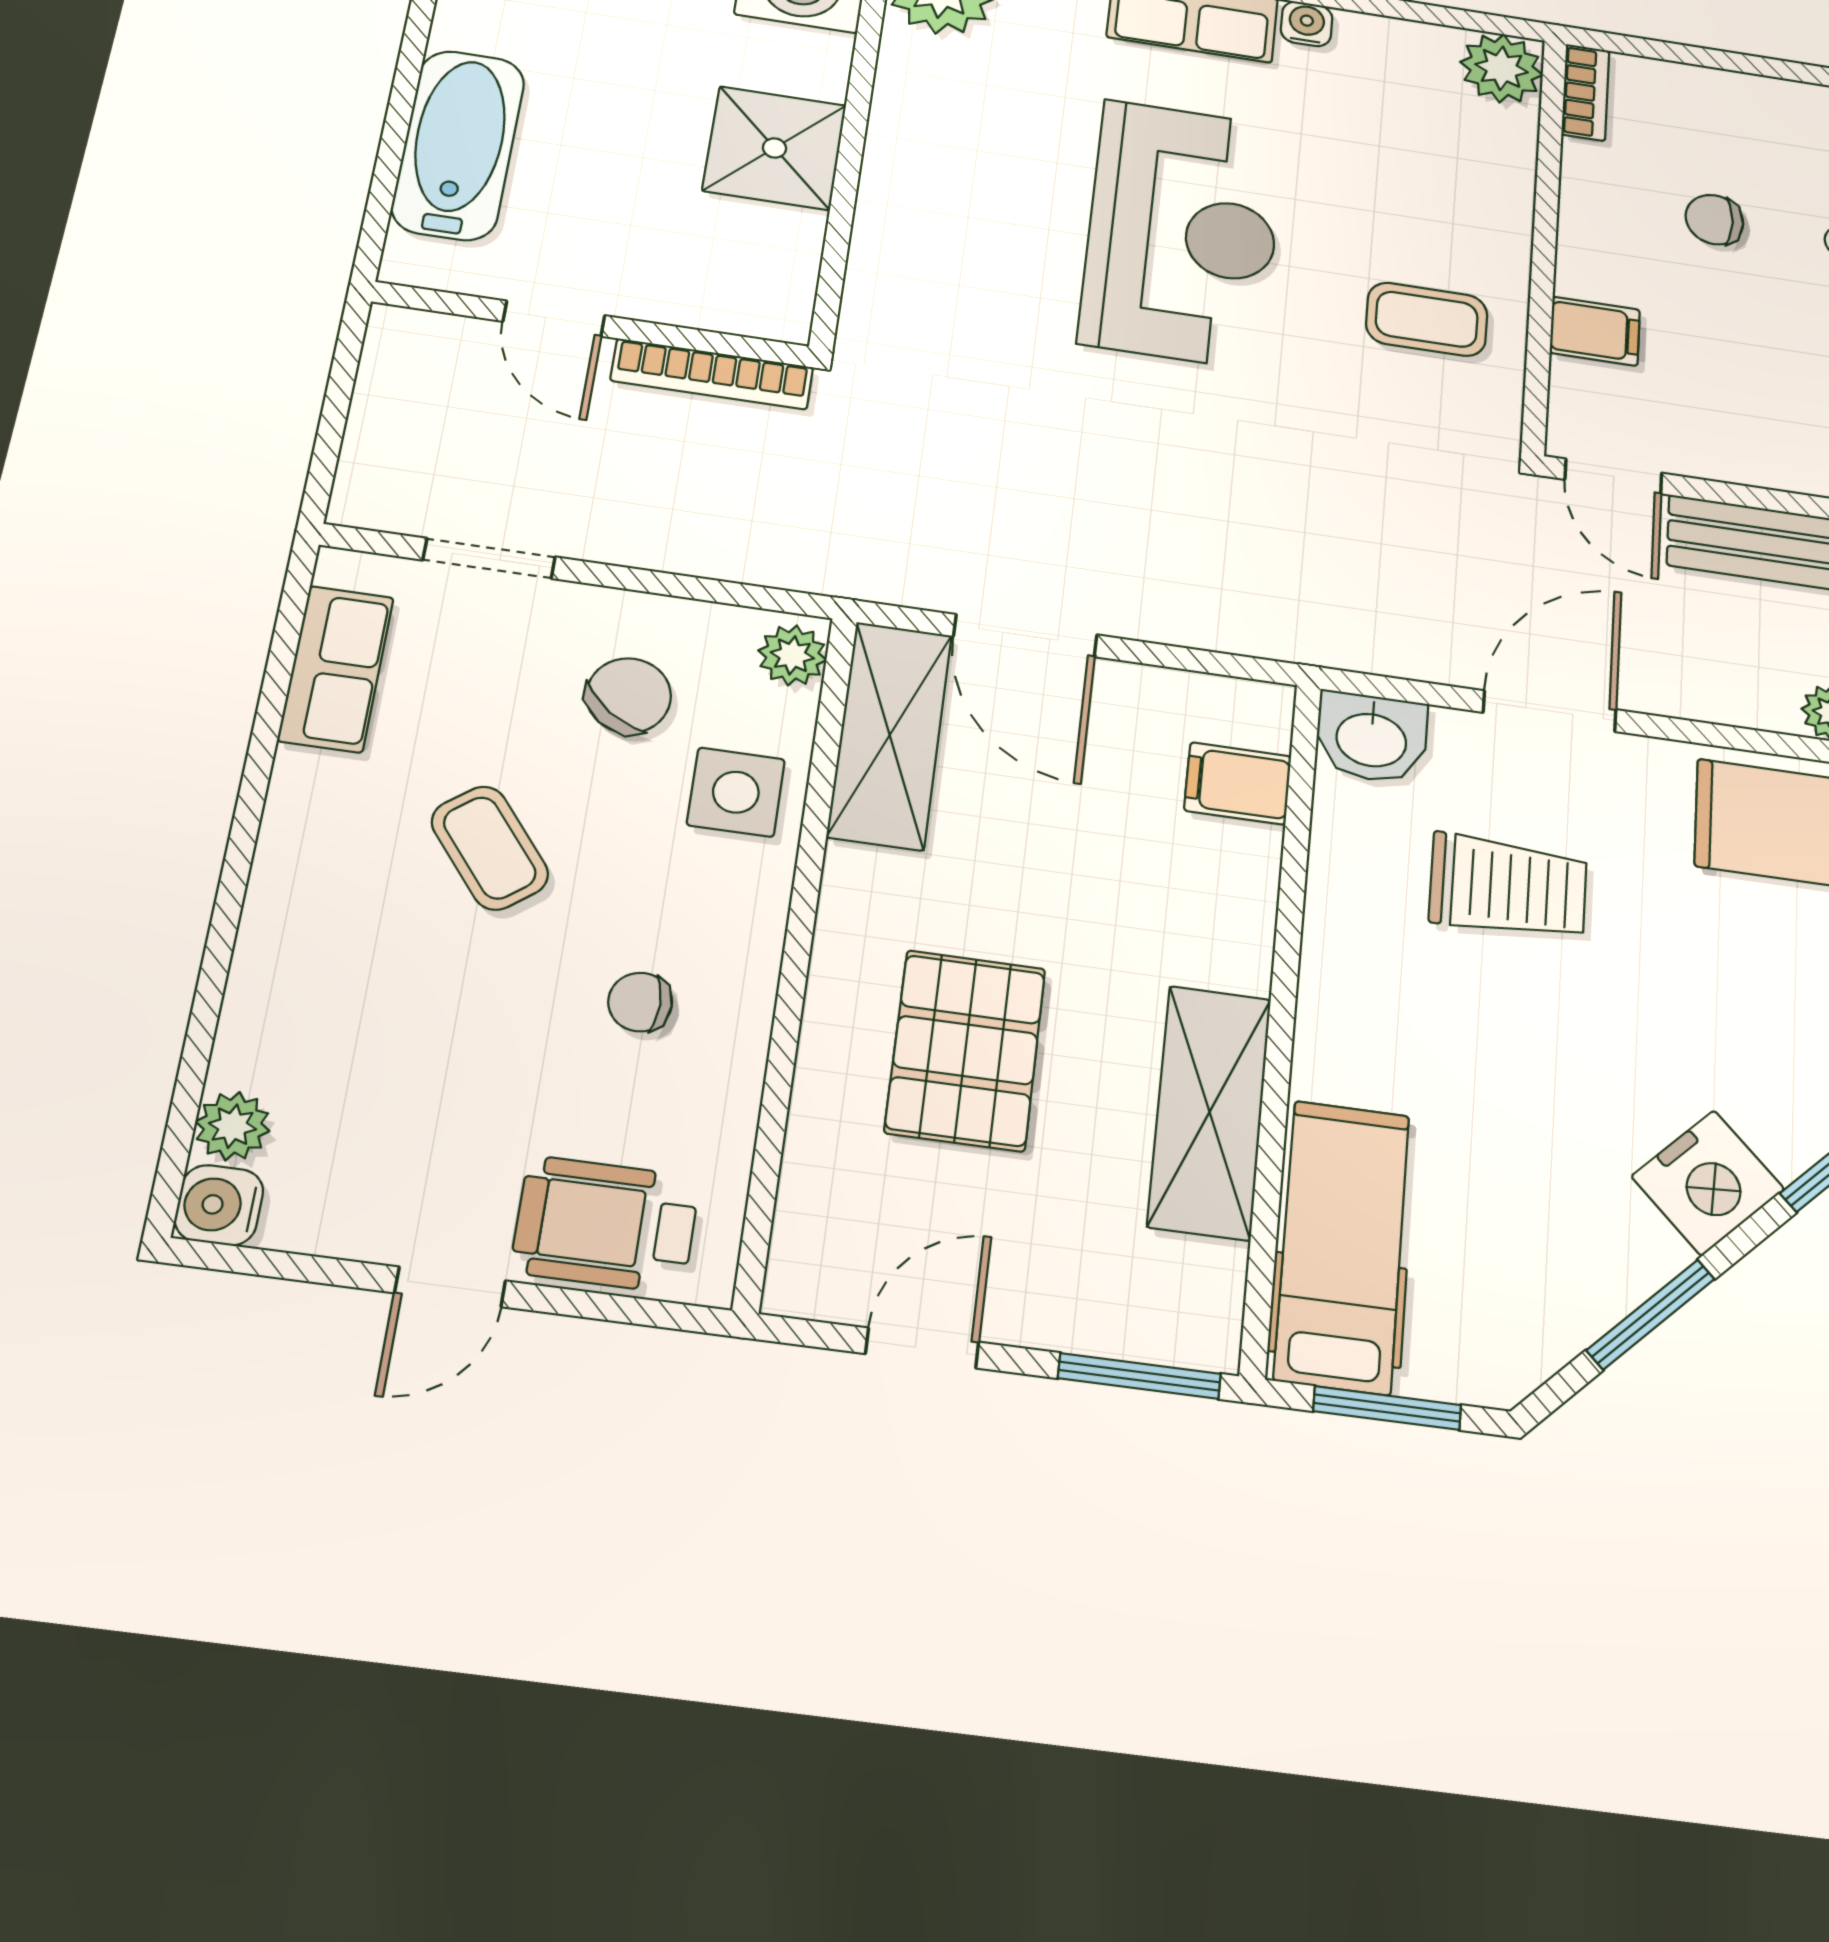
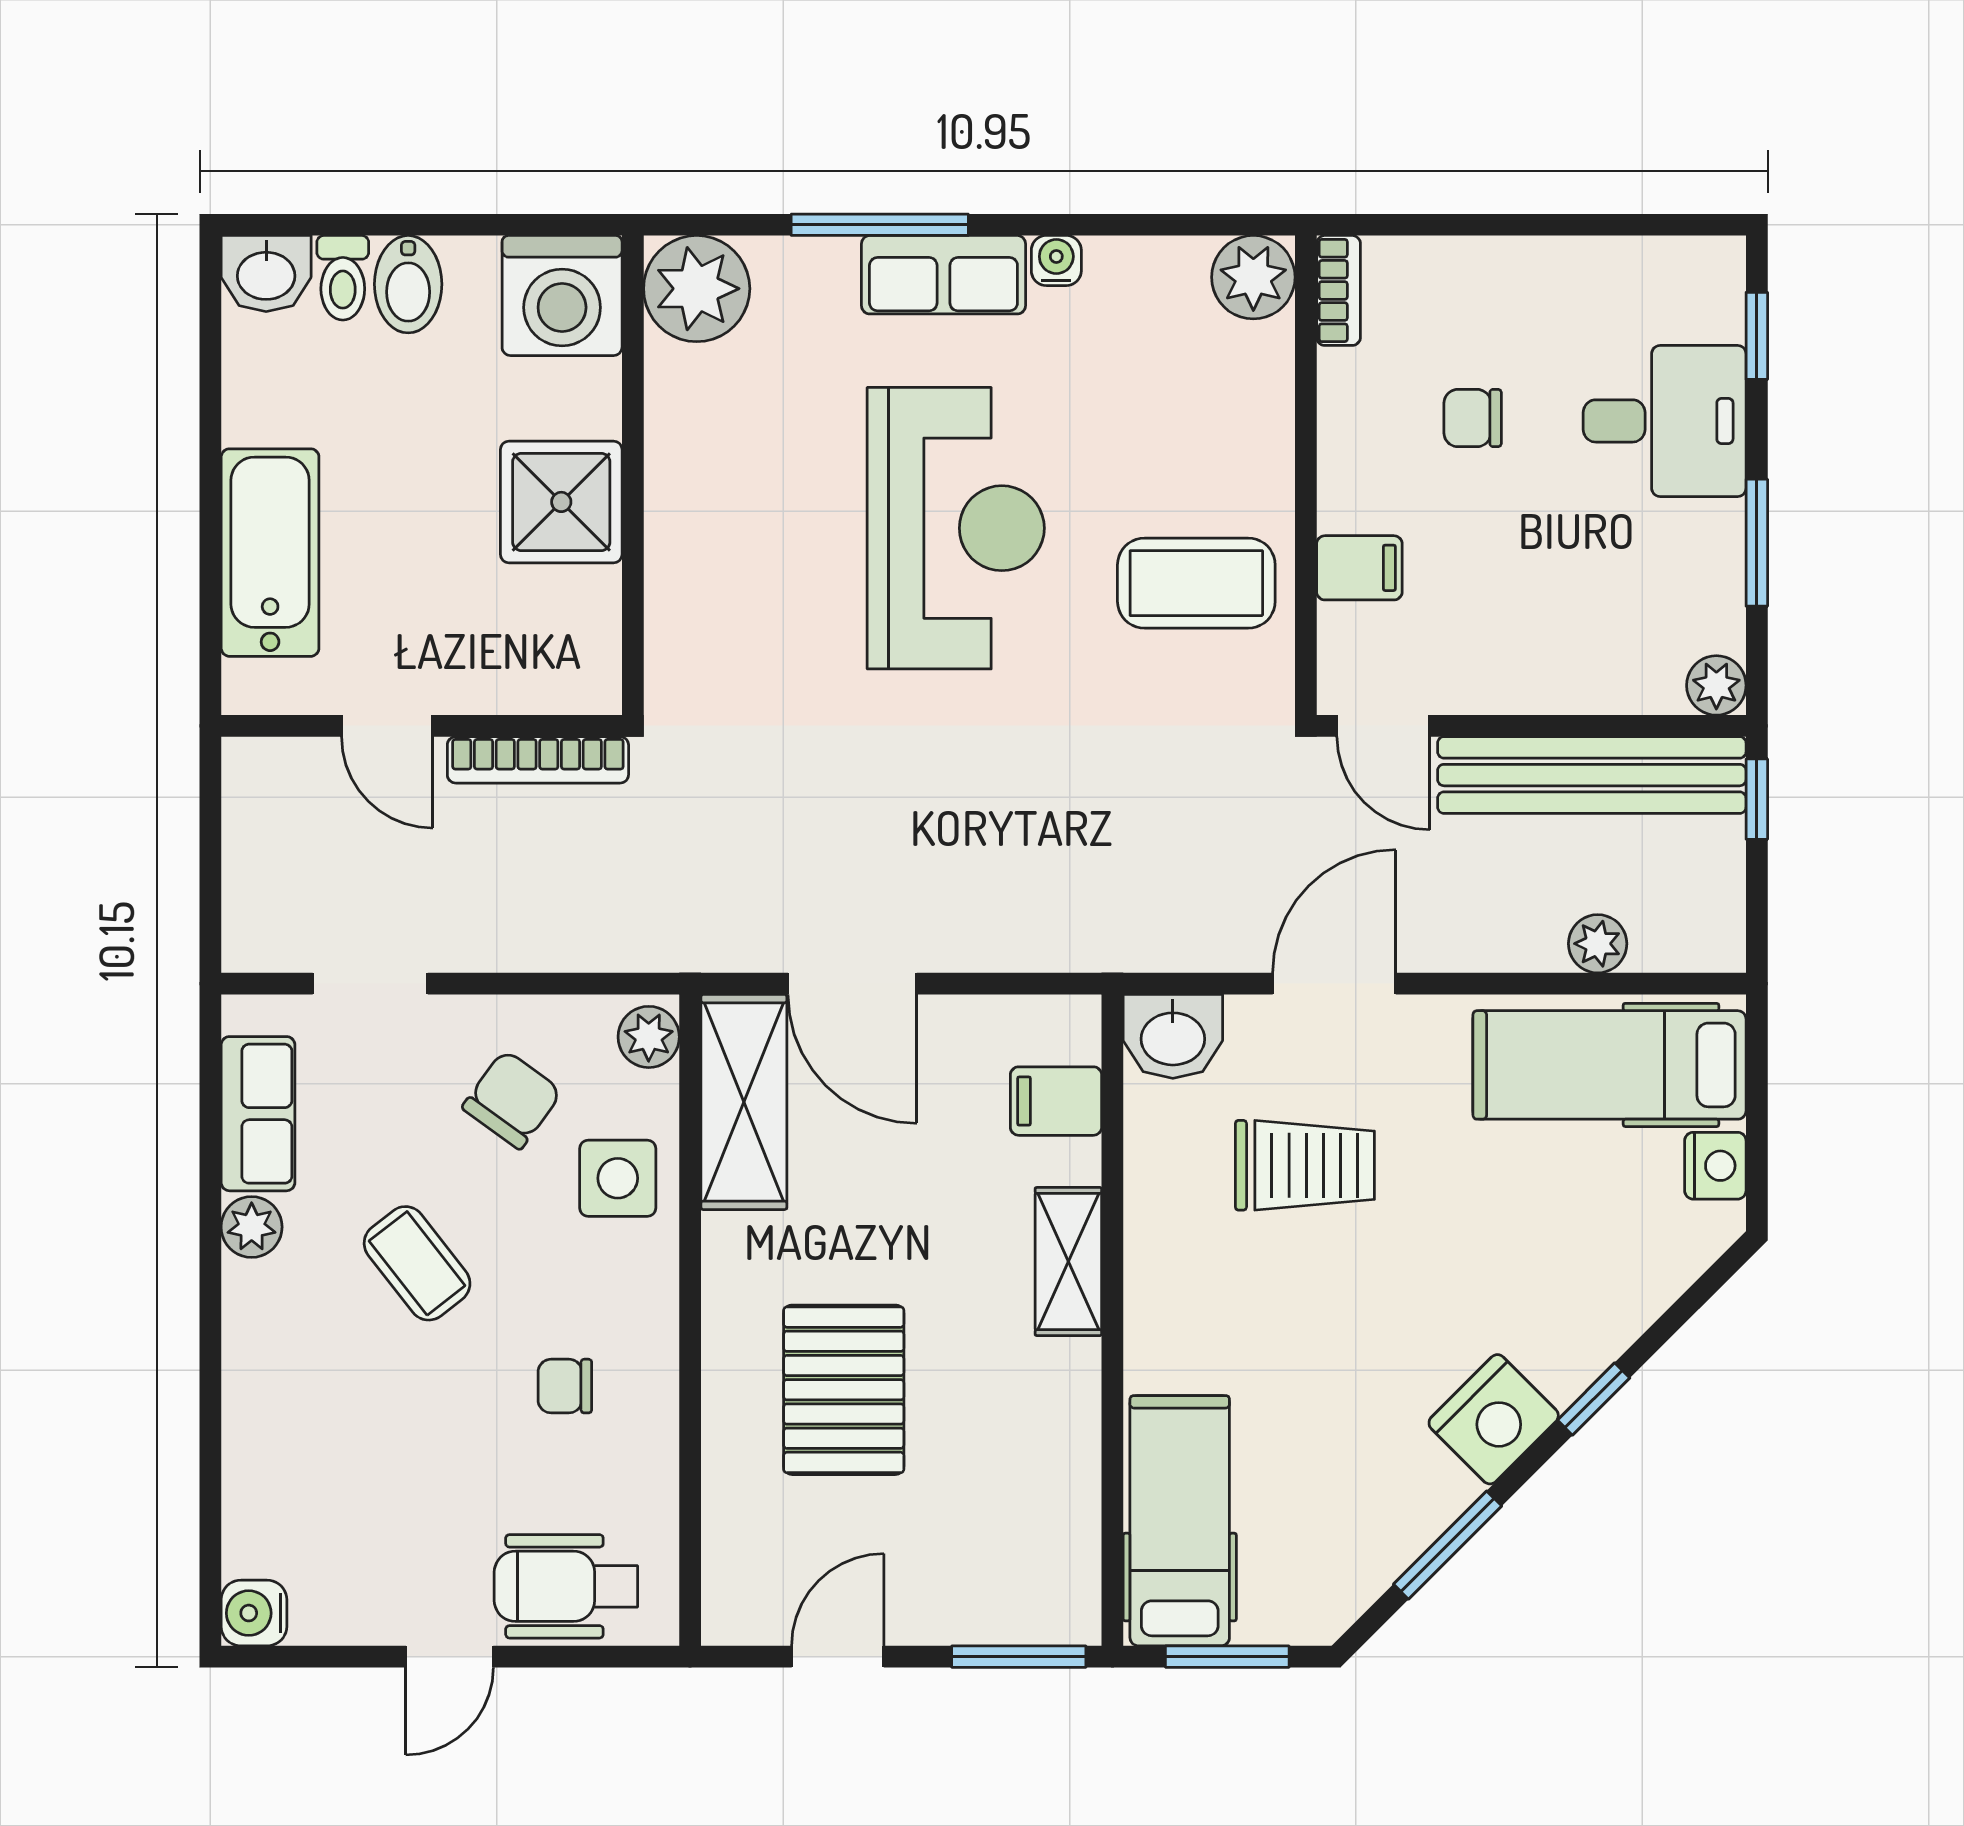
coffee table: (1427, 319) -> (1196, 583), width x1.36, depth x1.30
shelving: (1210, 1112) -> (1068, 1262), moved, width x0.67, depth x0.75
plant: (232, 1126) -> (252, 1227), moved

